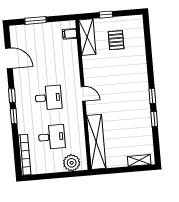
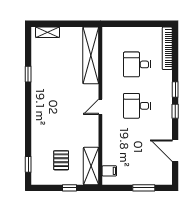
door: (83, 94) -> (100, 107), hinge flipped
window: (152, 96) -> (28, 164), moved
plant: (72, 163) -> (119, 36), removed

